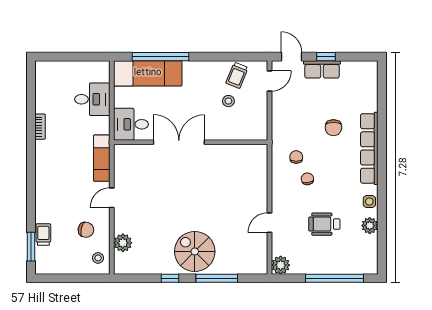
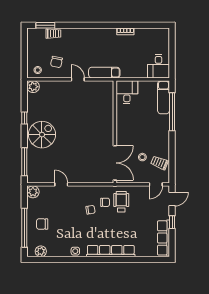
row of seats: (322, 69) -> (163, 238), moved, width x1.48
exam couch: (148, 73) -> (164, 97), width x0.73, depth x0.69
door: (269, 81) -> (156, 184), hinge flipped
desk: (92, 99) -> (158, 66), moved
chair: (333, 128) -> (42, 224), moved
double door: (179, 142) -> (115, 163), moved
wheelchair: (324, 224) -> (121, 202), moved
plant: (370, 226) -> (41, 251), moved
plant: (123, 243) -> (33, 87), moved
window: (217, 278) -> (24, 162), moved

